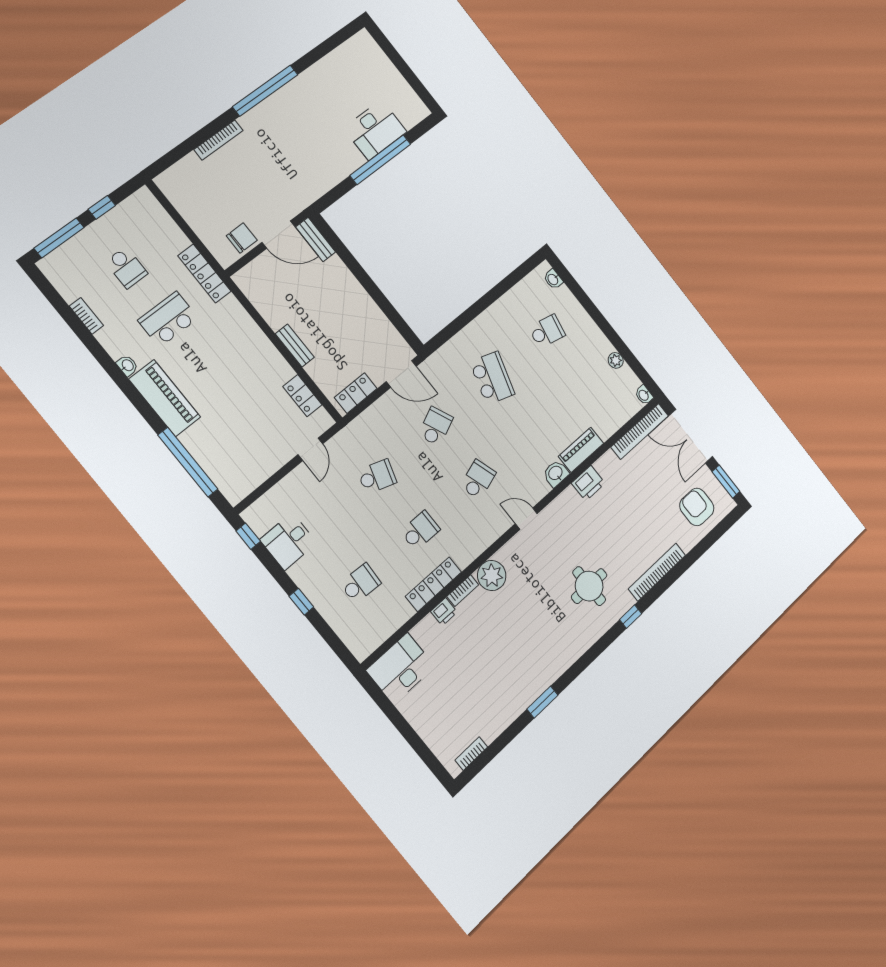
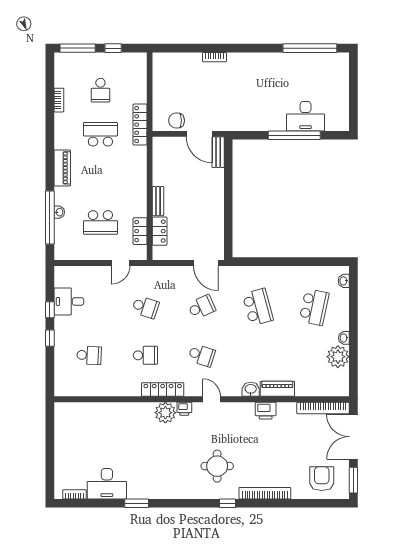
window: (265, 91) -> (310, 48), moved
bookcase: (219, 140) -> (214, 57), width x0.64
chair: (242, 238) -> (177, 121), turned 180
school desk: (547, 331) -> (314, 307), width x1.85
plant: (616, 360) -> (338, 357), width x1.87, depth x1.87
washbasin: (127, 365) -> (59, 212), moved
school desk: (492, 378) -> (258, 307), turned -33
locker: (356, 393) -> (160, 231), moved, turned 90
washbasin: (644, 395) -> (344, 338), moved
piano: (165, 398) -> (62, 168), width x0.73, depth x0.75
school desk: (251, 421) -> (100, 222), added
school desk: (478, 480) -> (202, 355), turned 36
window: (248, 536) -> (50, 310), moved
locker: (434, 584) -> (163, 390), moved
bookcase: (463, 591) -> (142, 407), removed
printer: (444, 612) -> (184, 409), moved
desk: (401, 668) -> (107, 484), moved, turned 180

